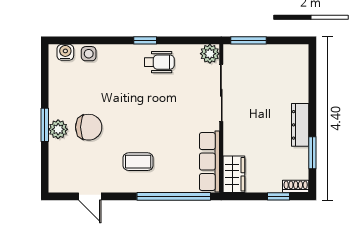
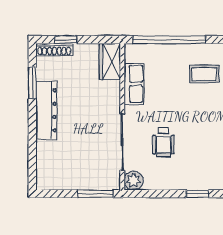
wheelchair: (159, 62) -> (163, 142), moved, turned -90
dresser: (300, 125) -> (46, 110), width x1.37, depth x1.24
row of seats: (210, 162) -> (134, 84), width x0.68
shoe rack: (296, 186) -> (54, 50), width x1.43

